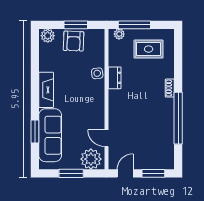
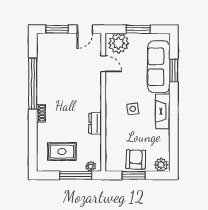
side table: (97, 73) -> (133, 109), moved

